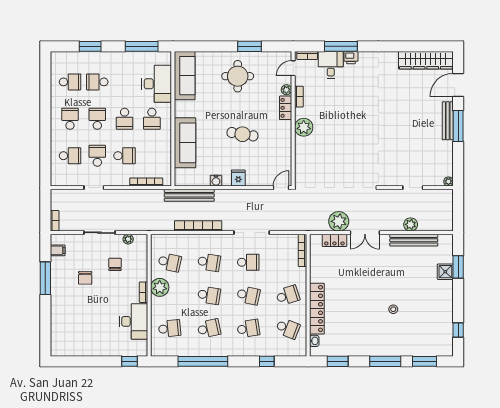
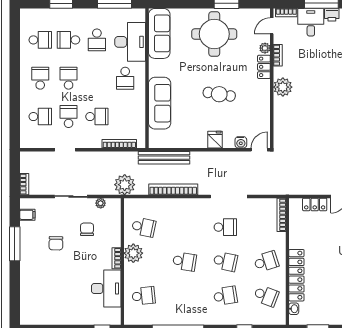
round table: (238, 76) -> (214, 34), width x1.36, depth x1.36
school desk: (125, 119) -> (97, 40), moved
water cooler: (216, 181) -> (241, 142), moved
plant: (339, 221) -> (125, 185), moved
school desk: (209, 262) -> (184, 227), removed
school desk: (209, 328) -> (184, 296), removed

